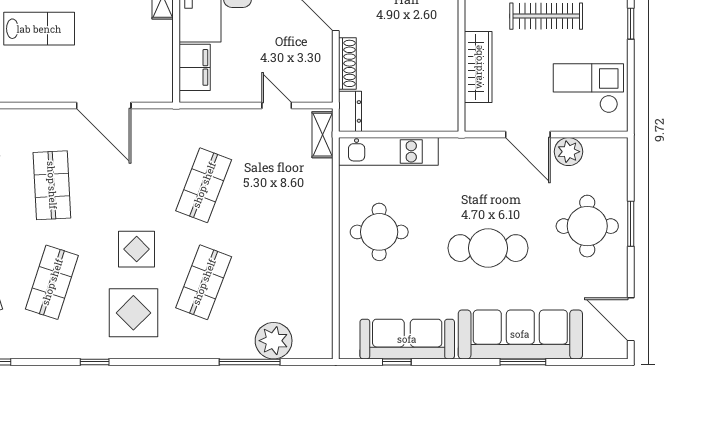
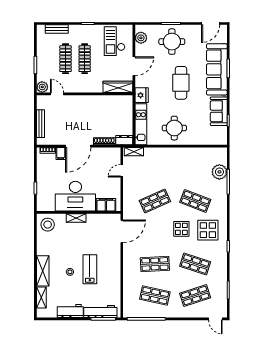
wardrobe: (478, 67) -> (118, 87), moved
door: (104, 106) -> (122, 231), moved
plant: (568, 152) -> (141, 38), moved
fridge: (458, 153) -> (142, 95), added
shop shelf: (204, 185) -> (155, 201), turned -45
sofa: (407, 339) -> (219, 111), width x0.73

